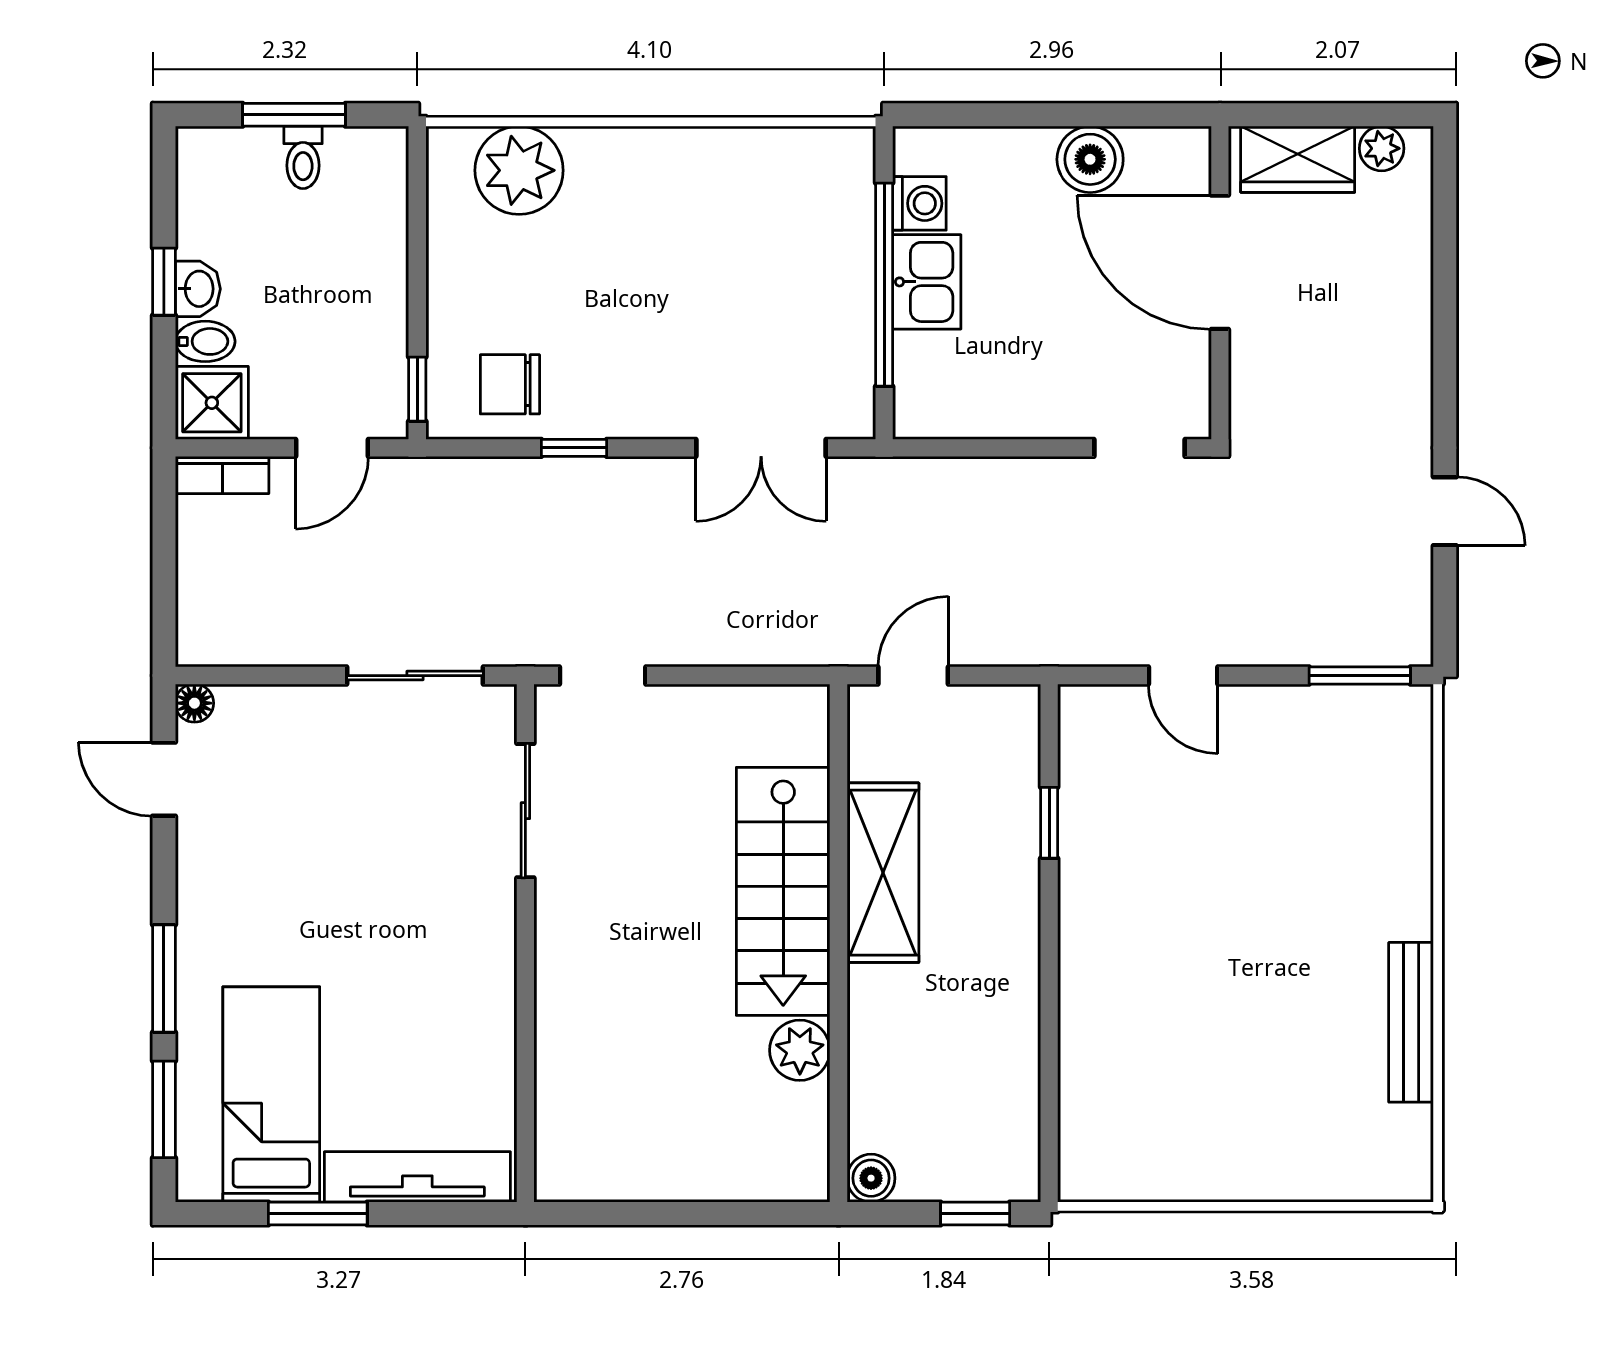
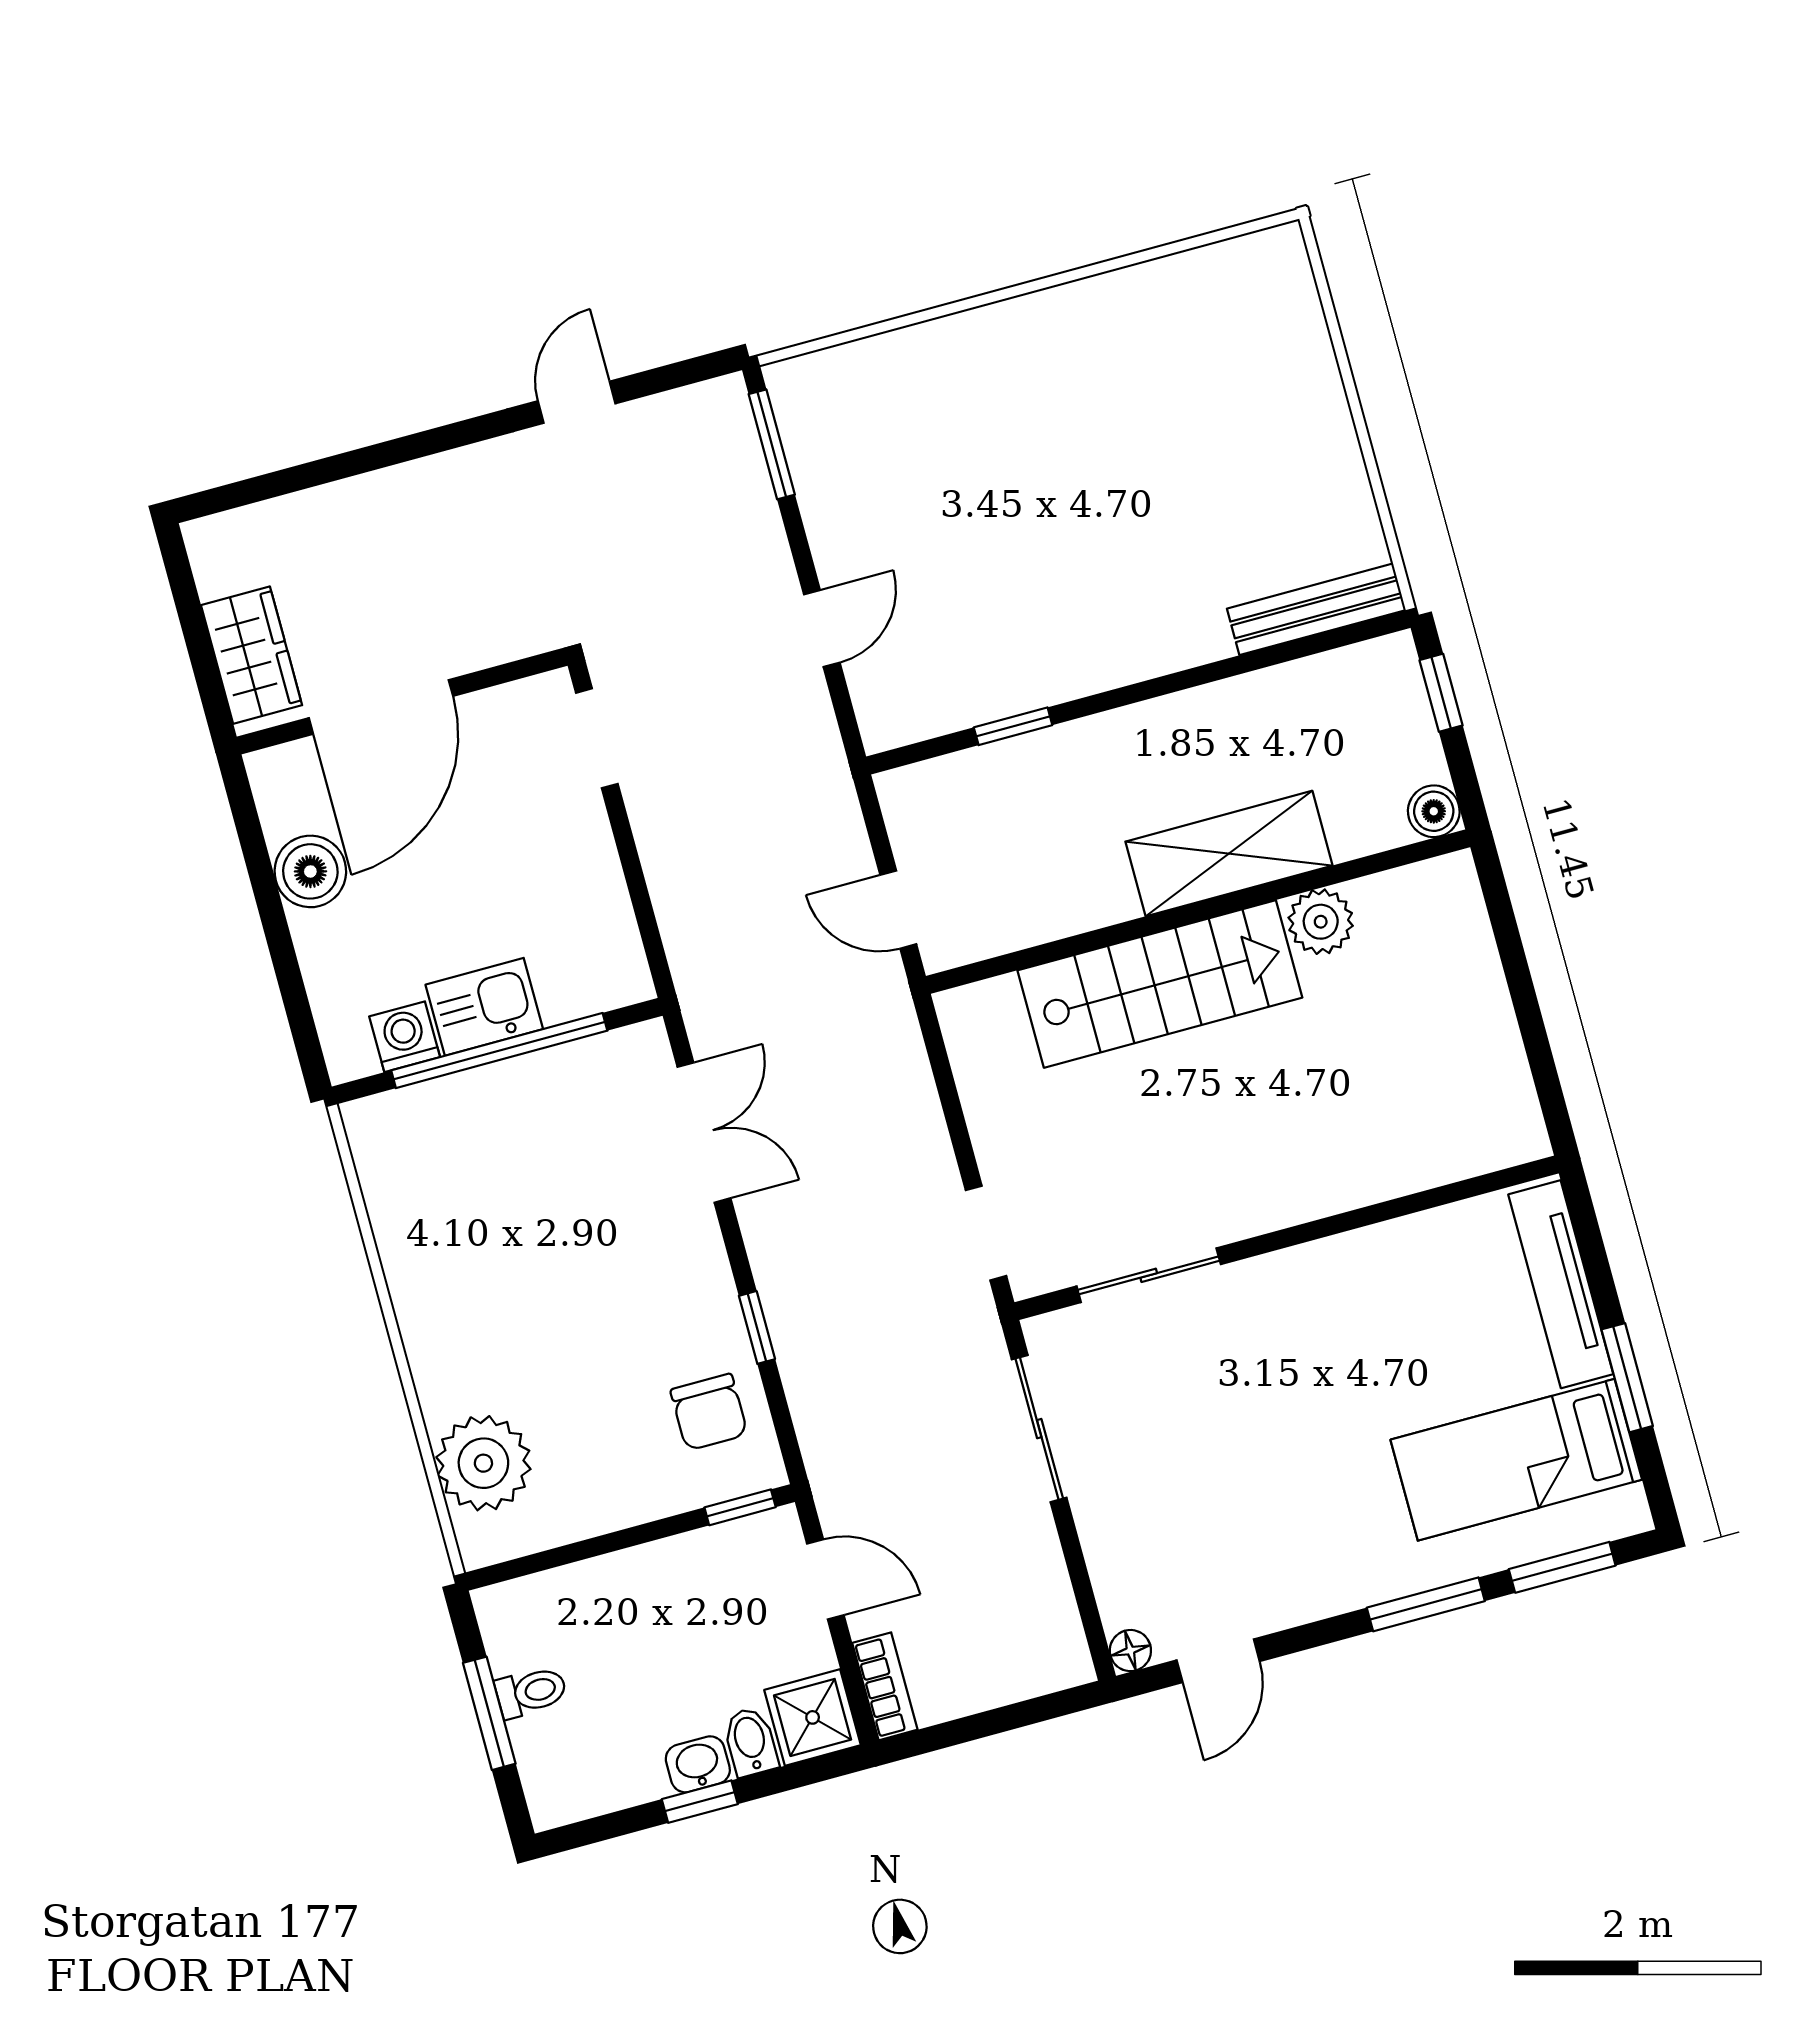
plant: (1382, 148) -> (217, 571), removed
shelving: (883, 873) -> (1229, 854), moved
bench: (1411, 1022) -> (1316, 609), moved

